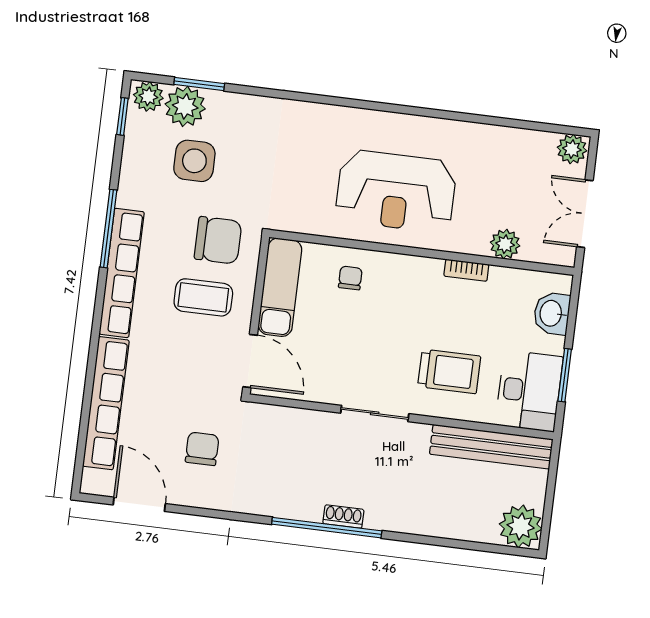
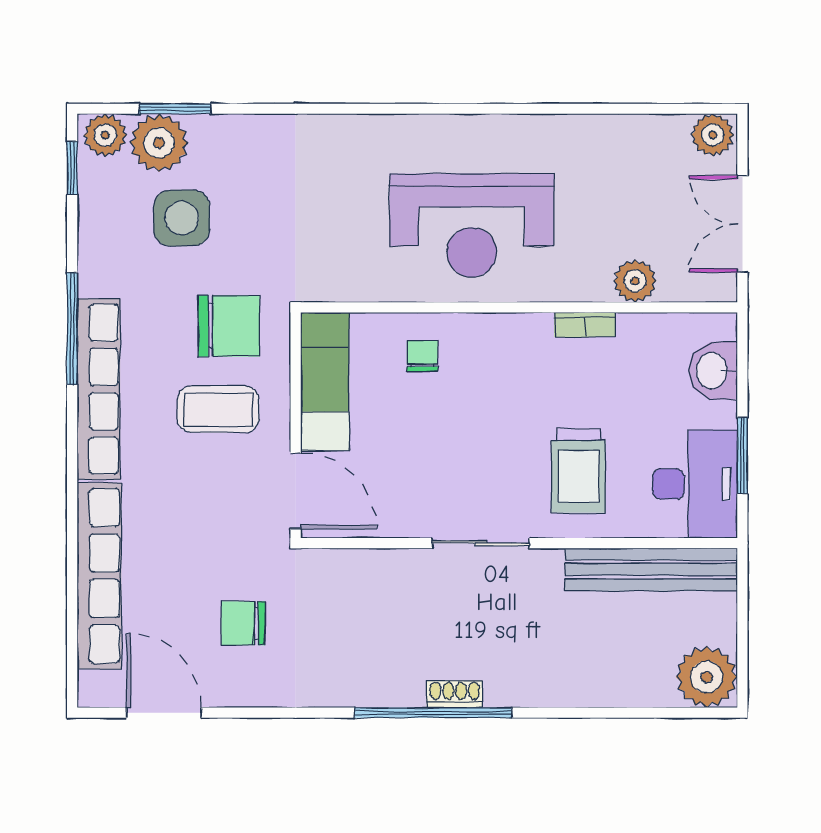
trolley: (449, 371) -> (579, 471), turned 90
chair: (202, 449) -> (243, 623), turned -90

